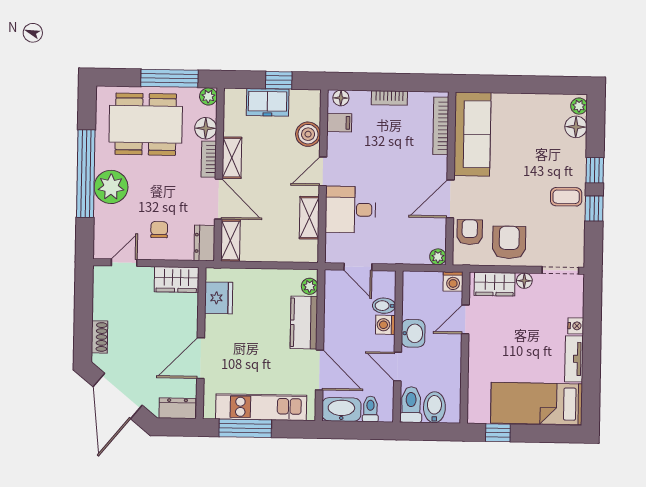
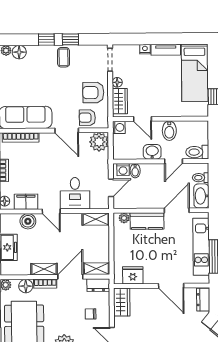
filing cabinet: (339, 123) -> (26, 202), width x2.00
shelving: (309, 218) -> (96, 219), moved
plant: (438, 257) -> (99, 142), width x1.88, depth x1.88
washing machine: (385, 325) -> (123, 170), moved
bidet: (434, 407) -> (169, 131), moved, turned -90

